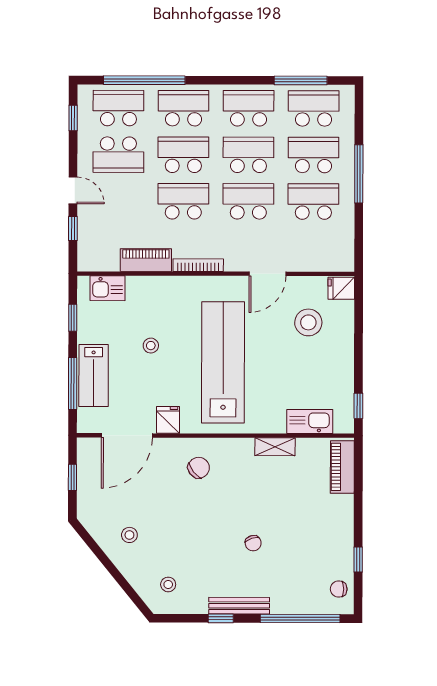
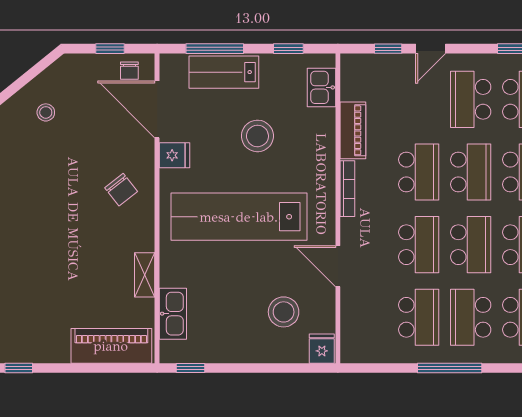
school desk: (313, 155) -> (471, 317), turned 180
stool: (151, 346) -> (257, 136), width x1.89, depth x1.89
lab bench: (223, 362) -> (239, 217), turned 180
piano: (342, 467) -> (111, 346), width x1.37, depth x1.33
chair: (253, 543) -> (129, 71), moved, turned -71

